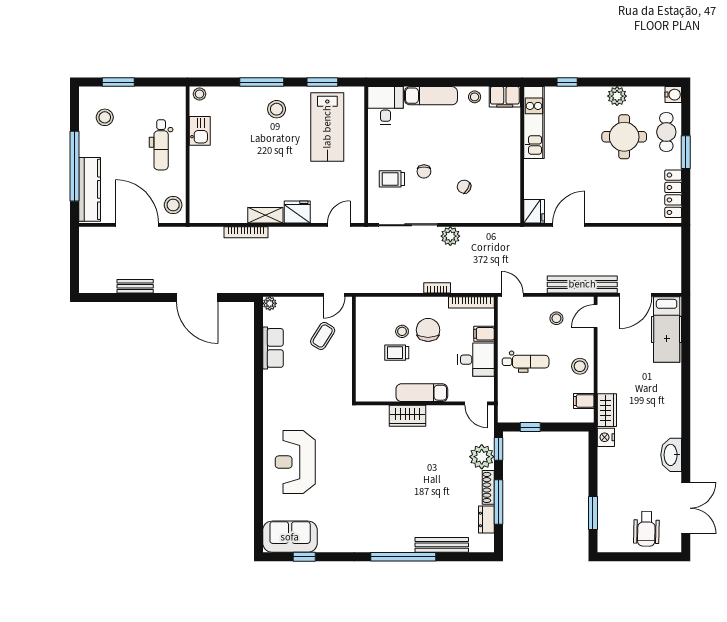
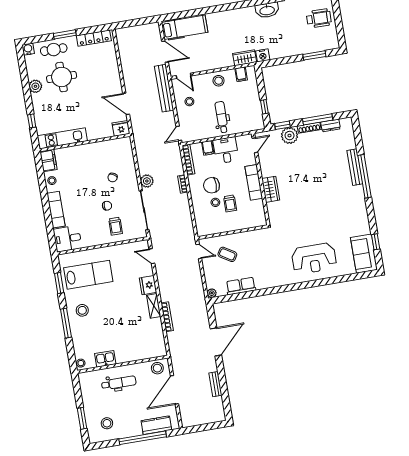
kitchen counter: (90, 189) -> (156, 425), width x0.67
bench: (442, 545) -> (355, 167), moved

